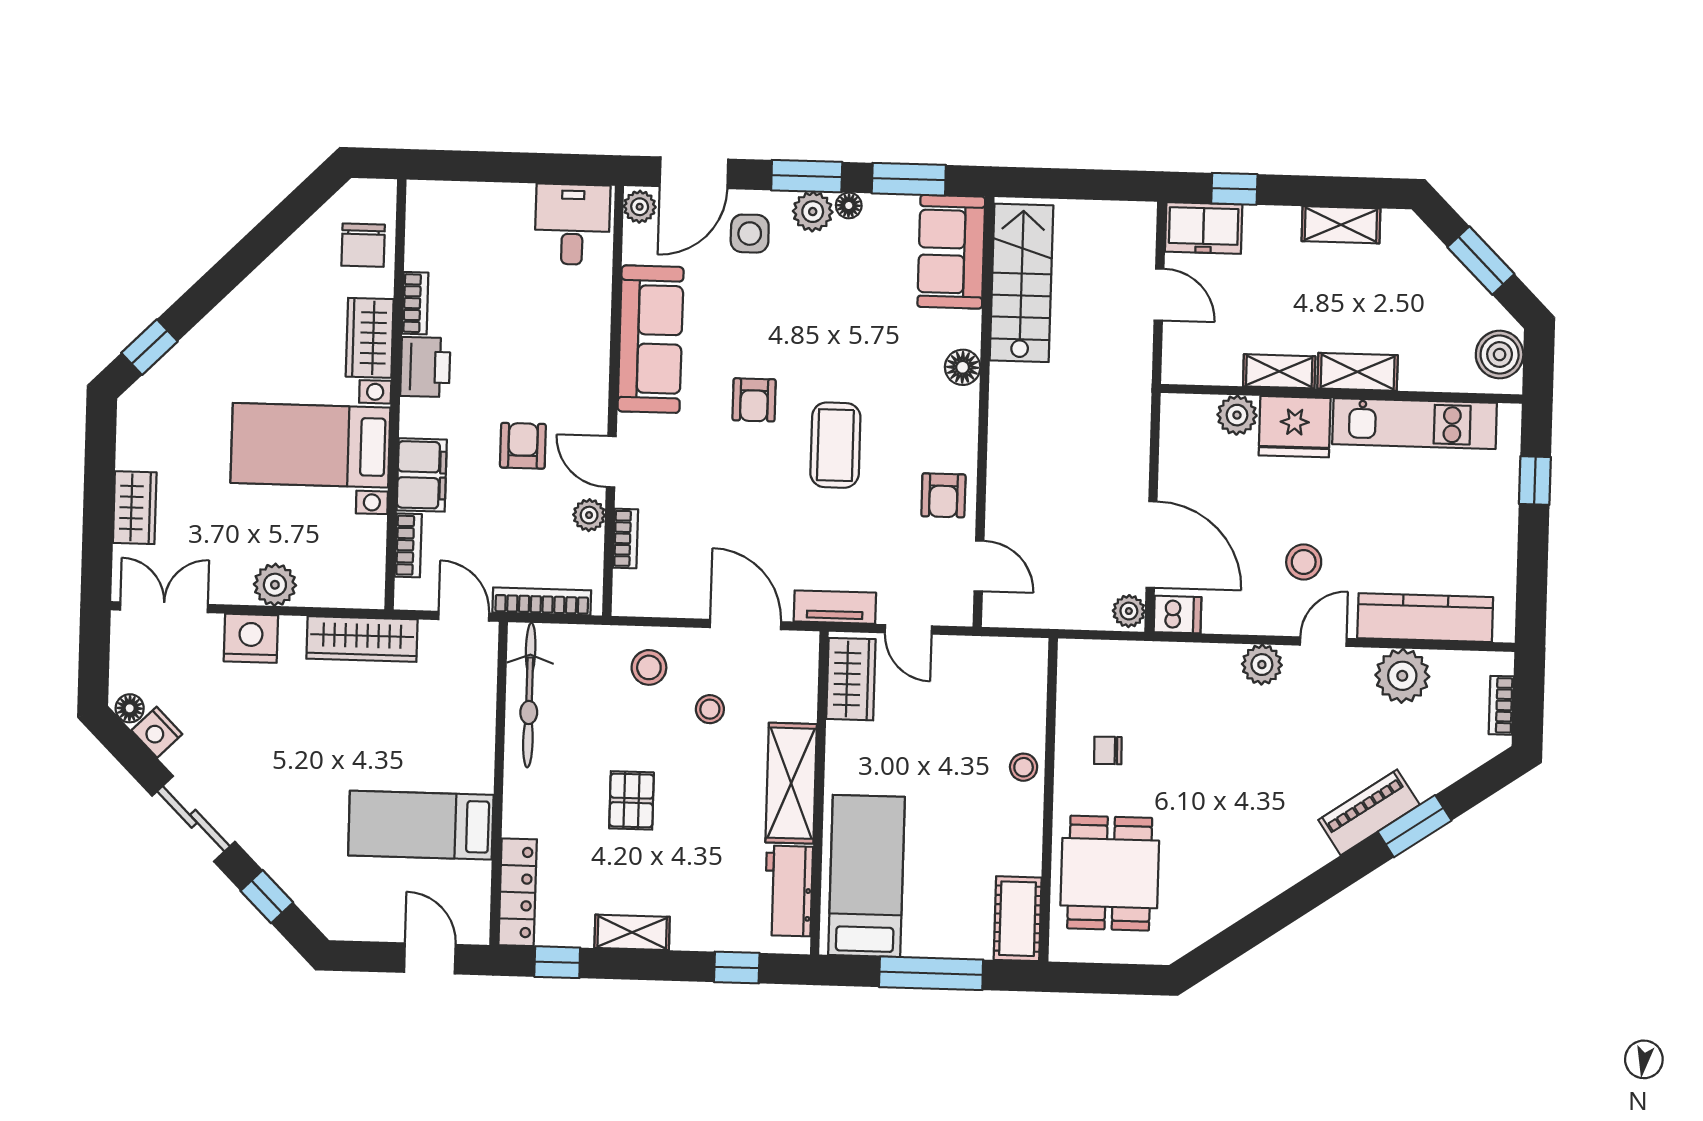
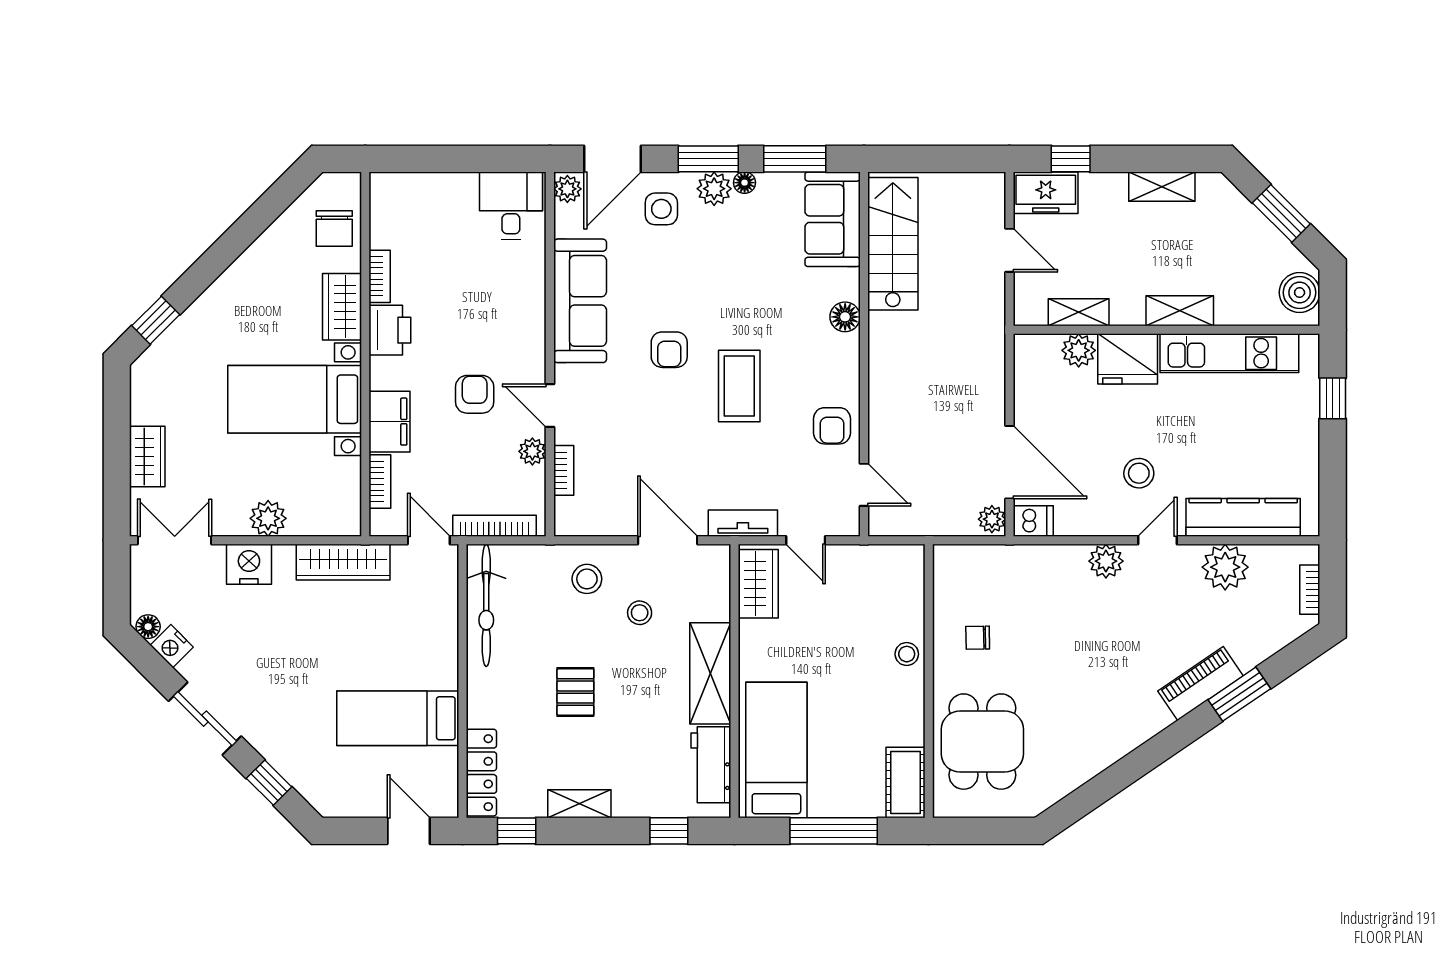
shelving: (1279, 371) -> (1079, 312), moved

